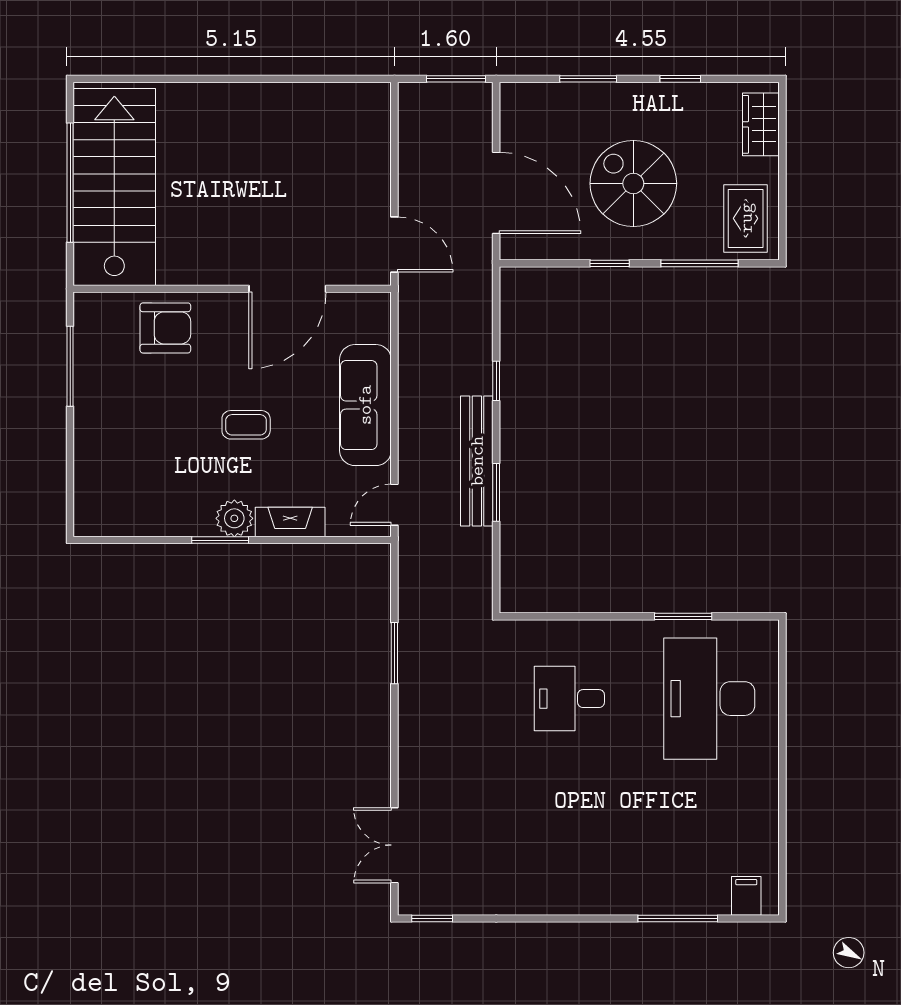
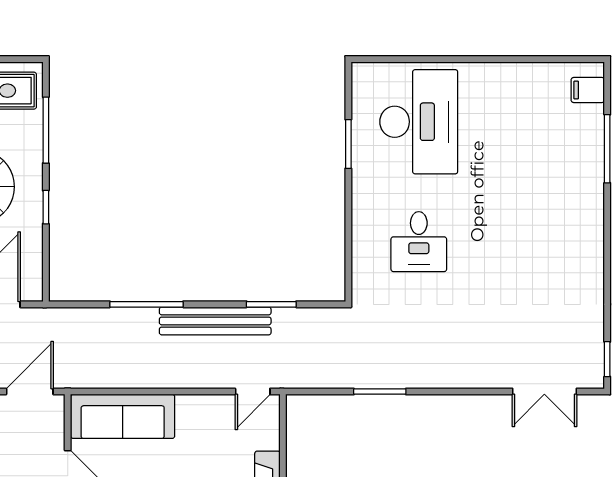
window: (496, 381) -> (146, 304), width x2.17
sofa: (365, 405) -> (123, 416), moved
window: (496, 492) -> (271, 304), moved
door: (394, 505) -> (253, 392), hinge flipped
desk: (709, 699) -> (419, 122), turned -90

